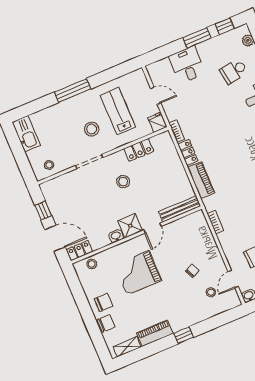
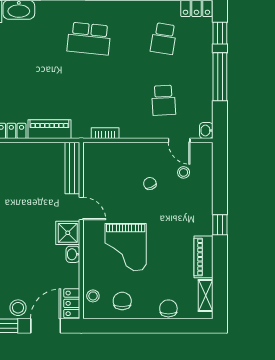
stool: (123, 182) -> (18, 308), moved
chair: (103, 302) -> (122, 301), moved

